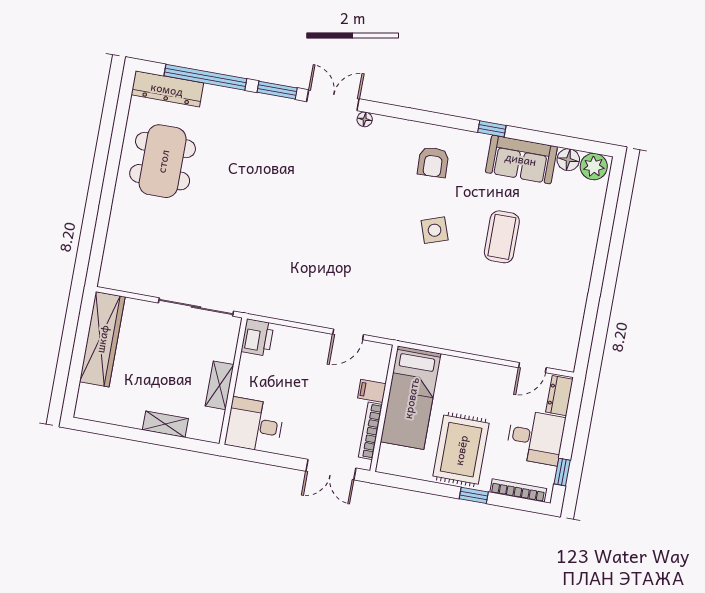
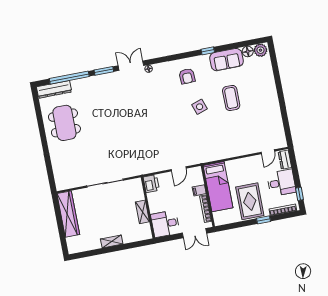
printer: (257, 337) -> (151, 184), moved
wall: (233, 381) -> (148, 208), moved
shelving: (219, 385) -> (142, 212), moved
desk: (255, 425) -> (165, 224), moved

